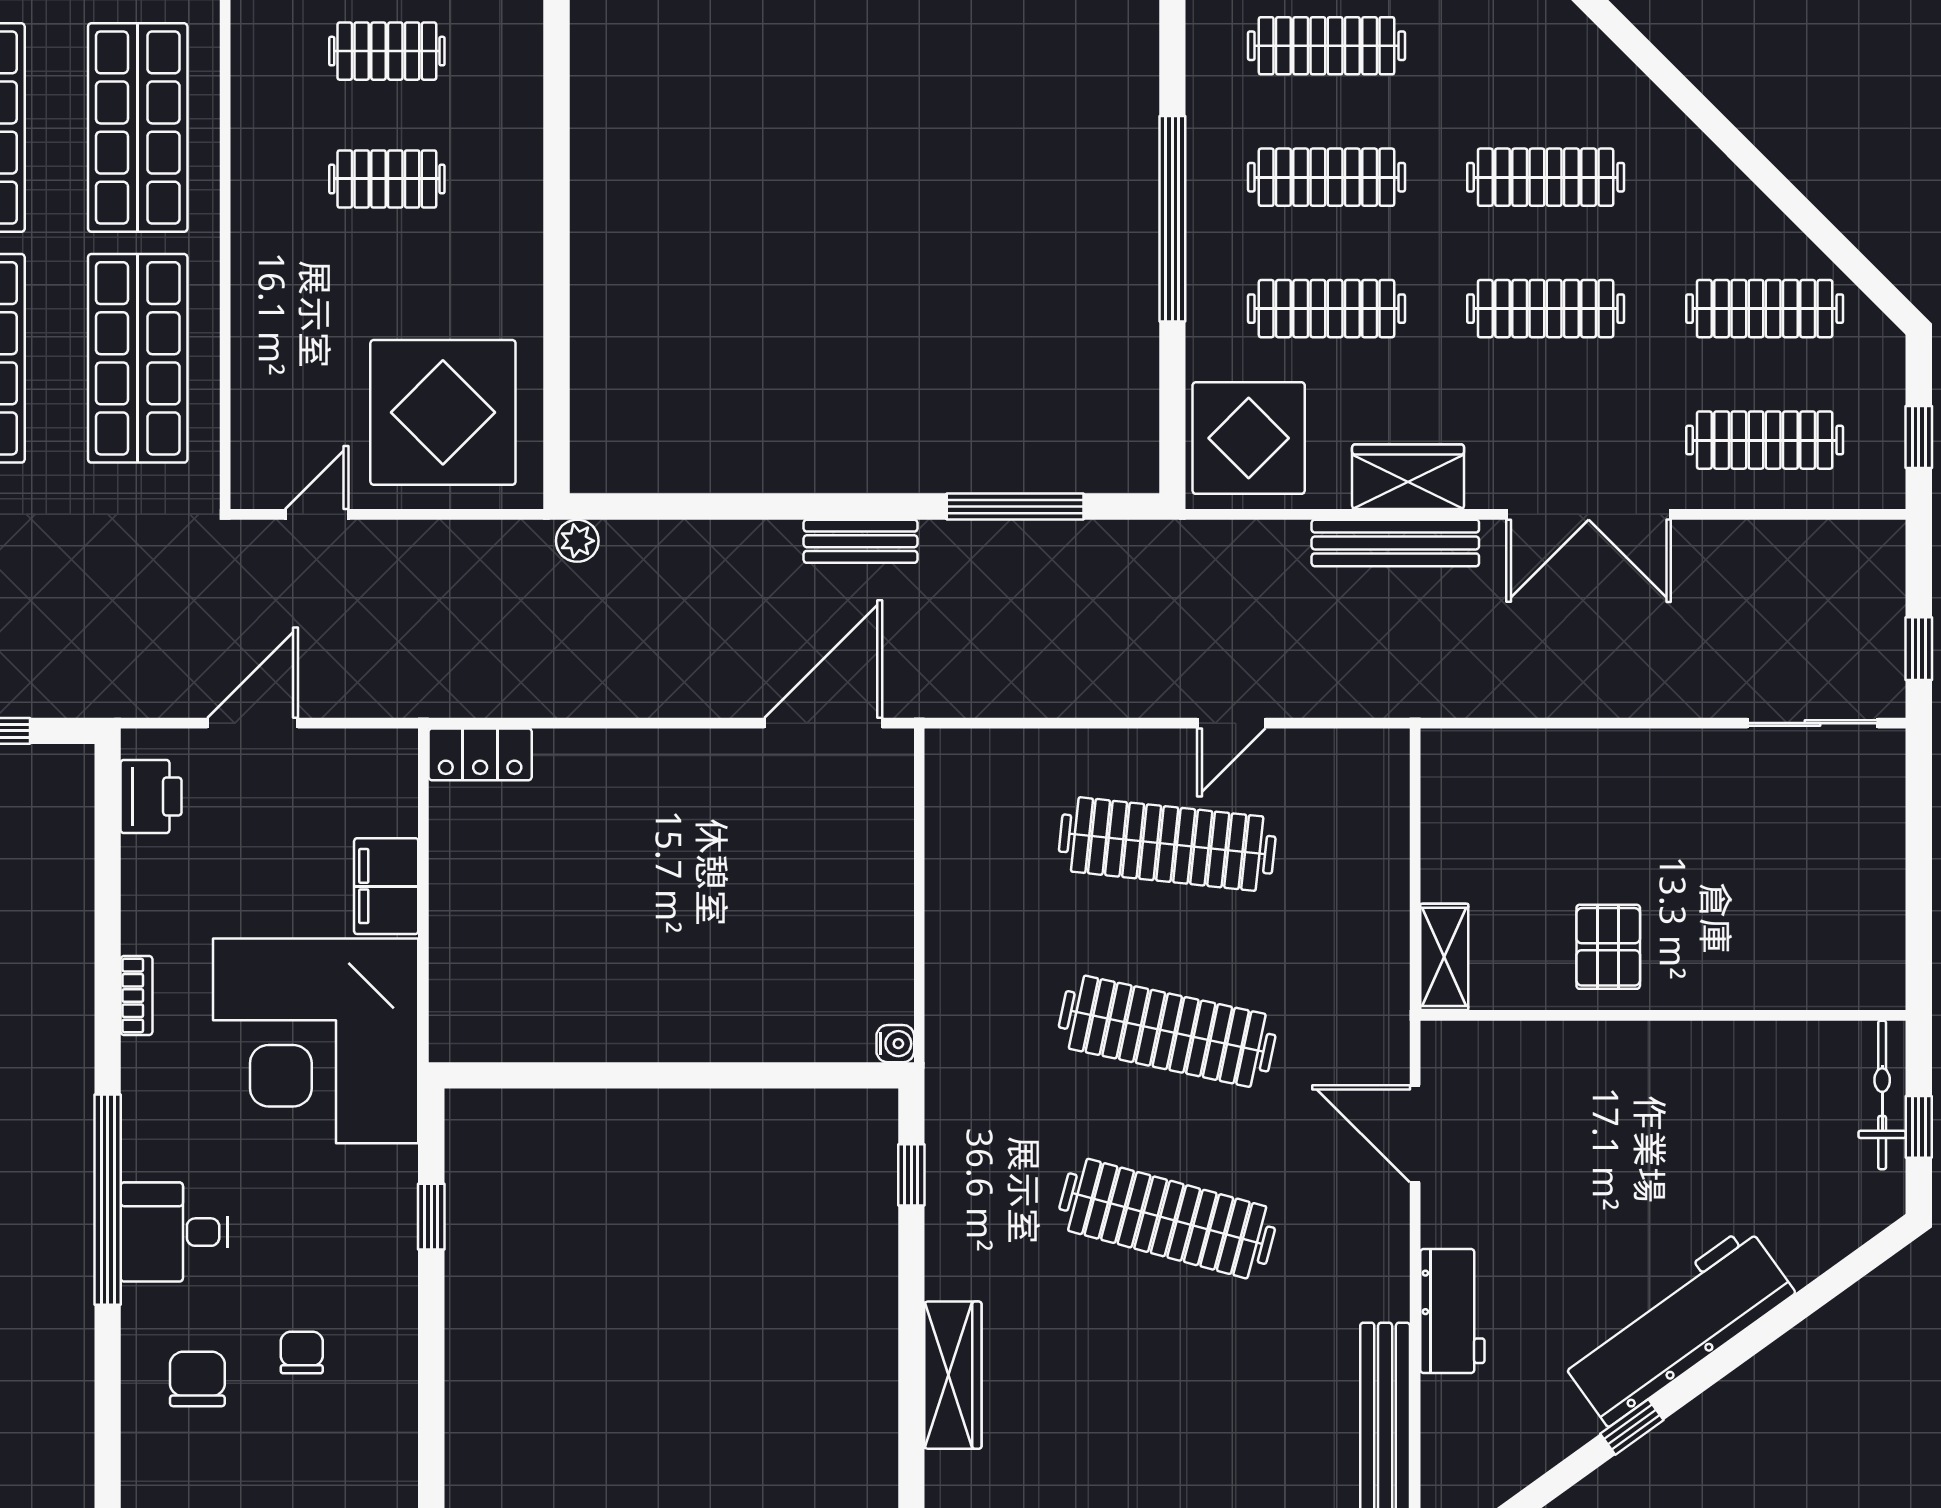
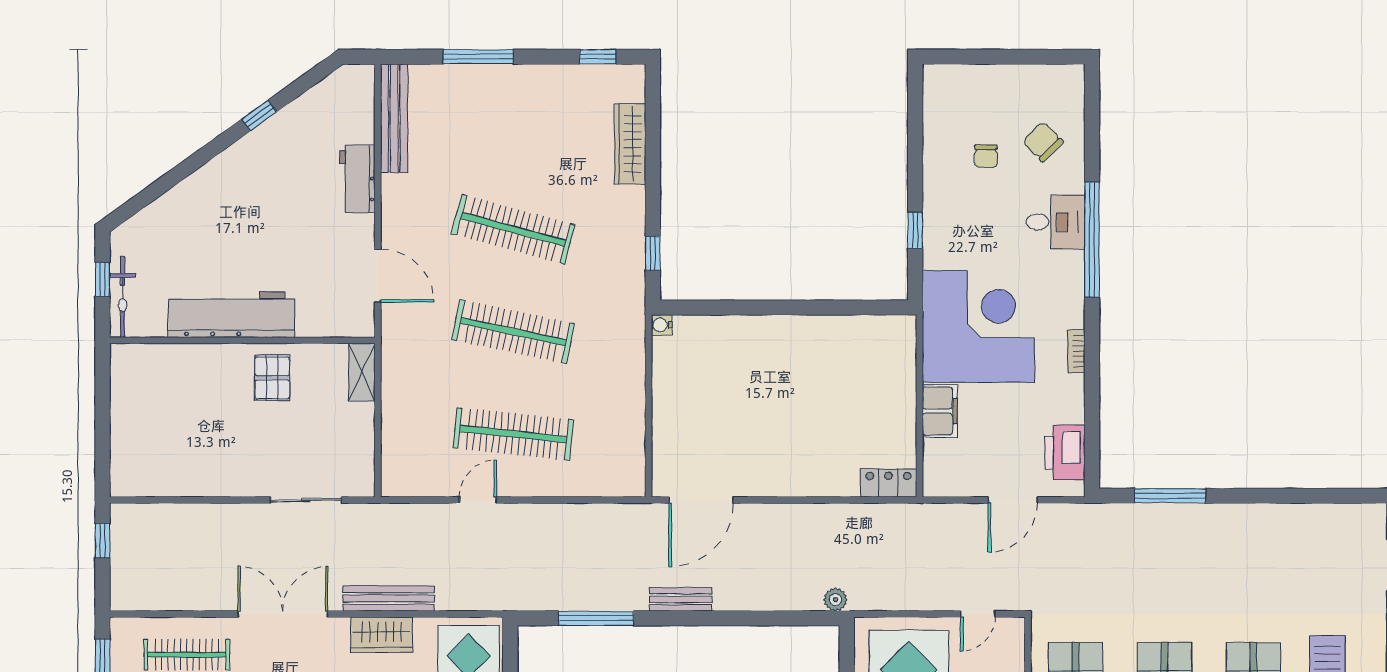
sliding door: (1813, 723) -> (306, 500), moved
printer: (151, 796) -> (1065, 452), width x1.37, depth x1.19
workbench: (1678, 1326) -> (232, 314), moved, turned -144
chair: (197, 1379) -> (1043, 142), turned 135

